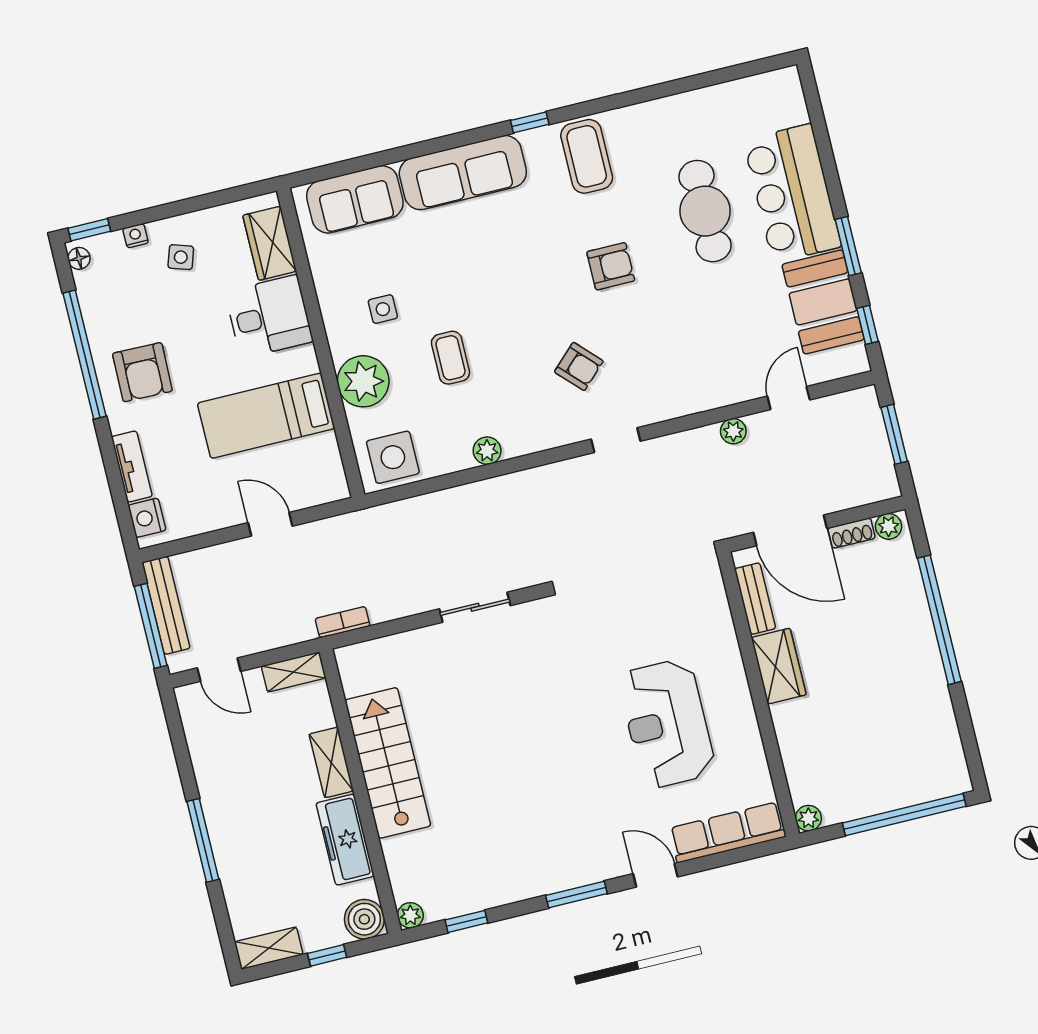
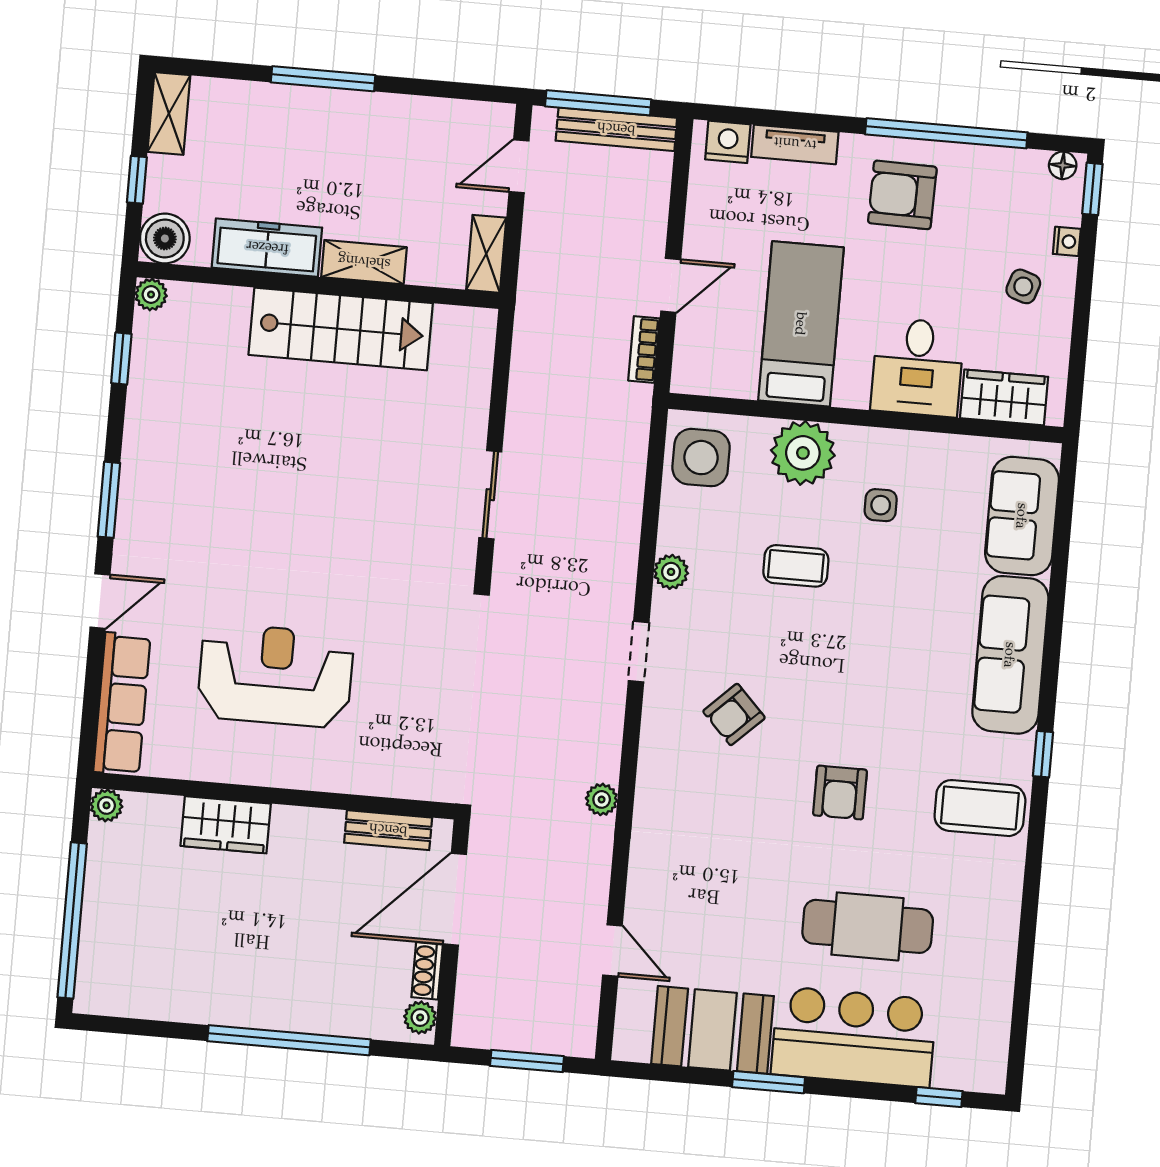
window: (867, 325) -> (939, 1097), moved
plant: (733, 431) -> (602, 799), moved
doorway: (616, 440) -> (639, 652), moved
bookcase: (343, 622) -> (644, 349), moved, turned 180
wardrobe: (779, 666) -> (226, 825), moved

